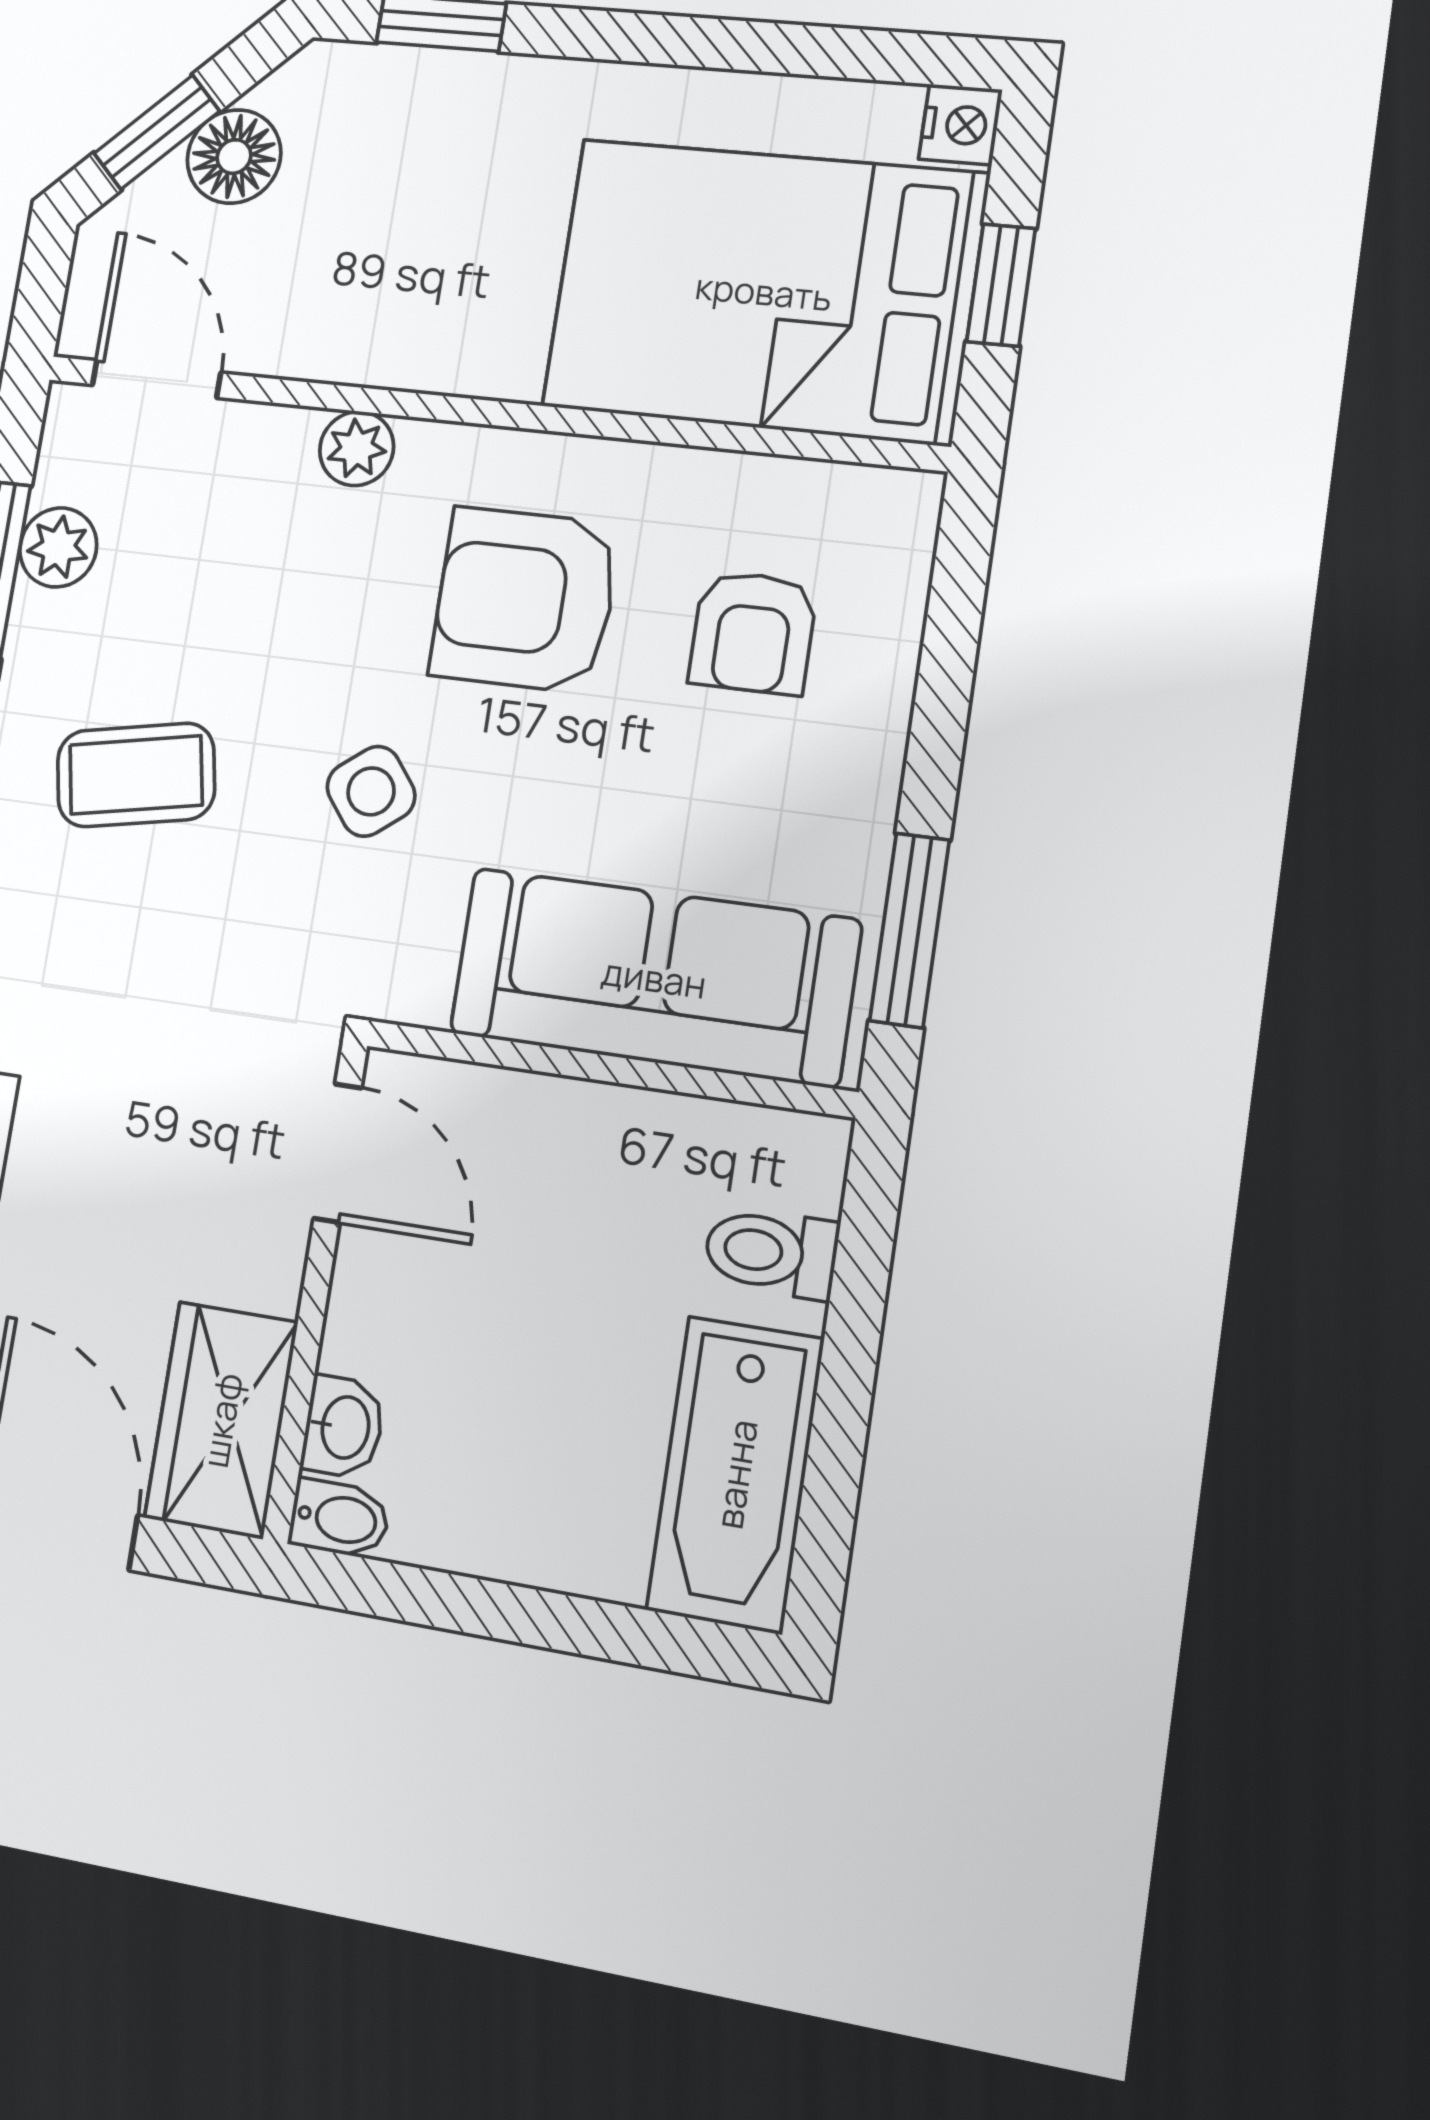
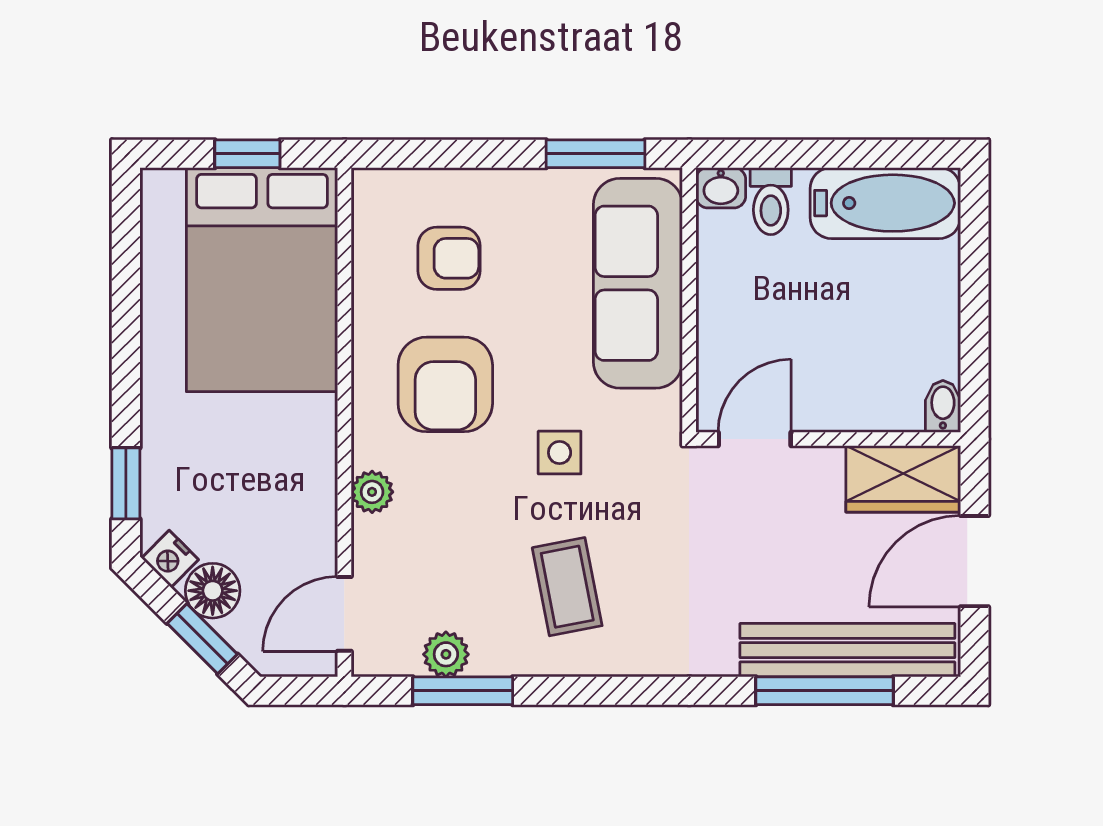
nightstand: (960, 125) -> (170, 559), moved, turned -135
side table: (371, 791) -> (560, 453), turned 38
washbasin: (343, 1427) -> (721, 188), moved, turned 180

